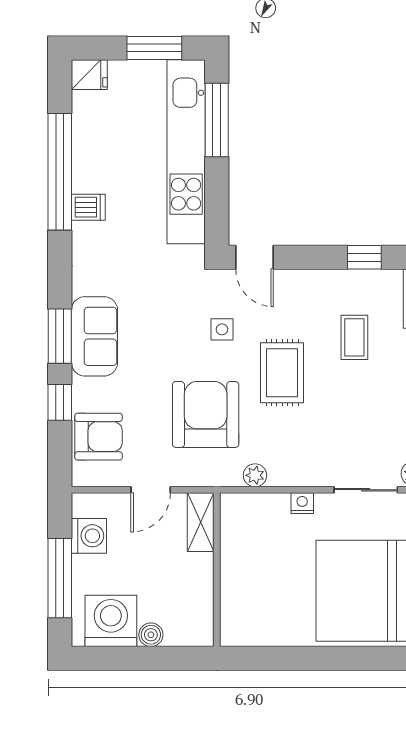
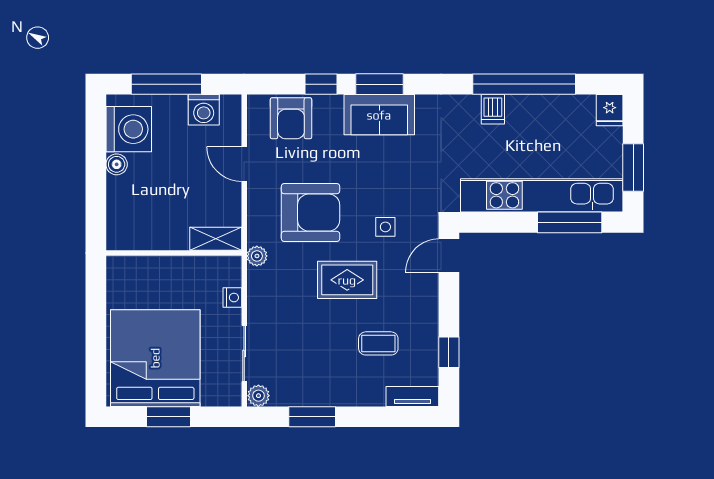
shelving: (201, 522) -> (216, 239), moved
wall: (217, 570) -> (174, 253), moved

